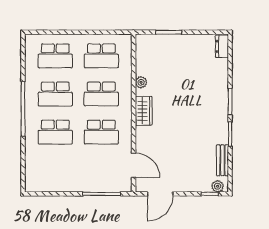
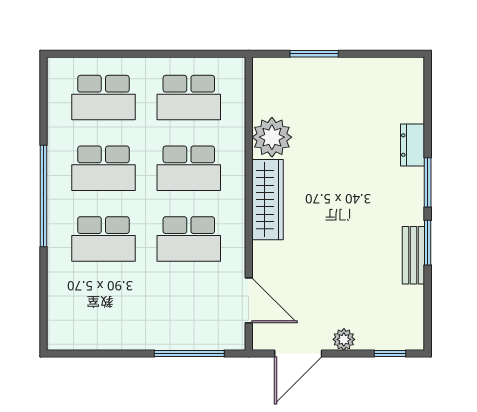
dresser: (222, 46) -> (413, 145), moved
plant: (141, 82) -> (272, 137), width x1.88, depth x1.88
wardrobe: (144, 111) -> (267, 200), width x1.50
bench: (222, 160) -> (413, 255), moved
plant: (218, 186) -> (344, 339), moved

